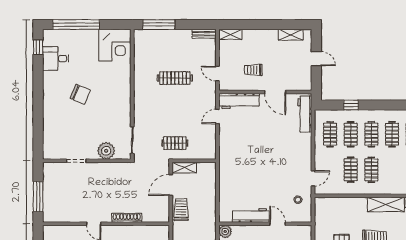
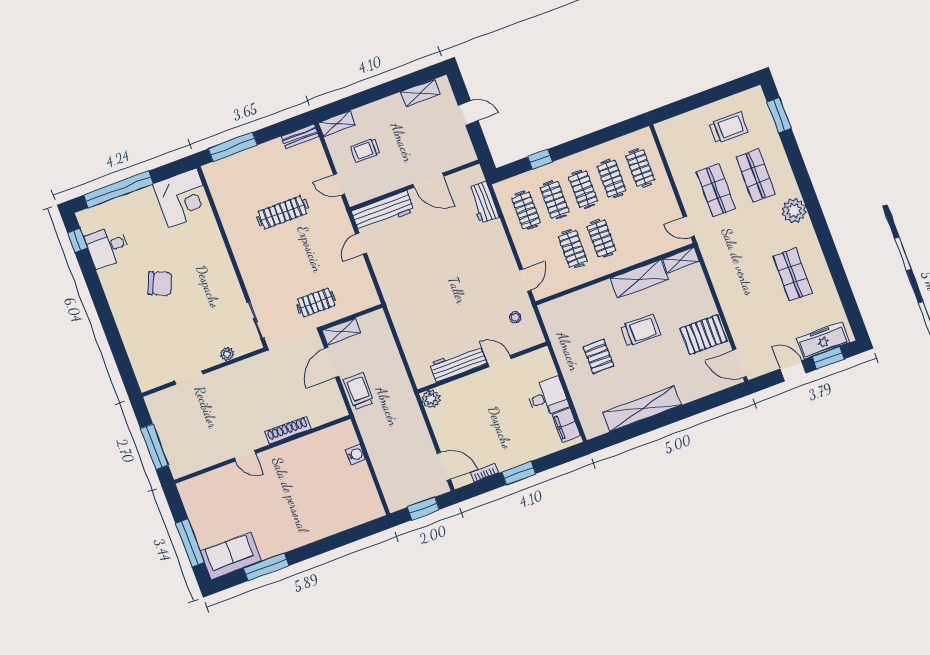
trolley: (253, 70) -> (365, 150), moved
workbench: (305, 114) -> (483, 202), width x0.73
plant: (106, 151) -> (227, 354), width x0.53, depth x0.53

